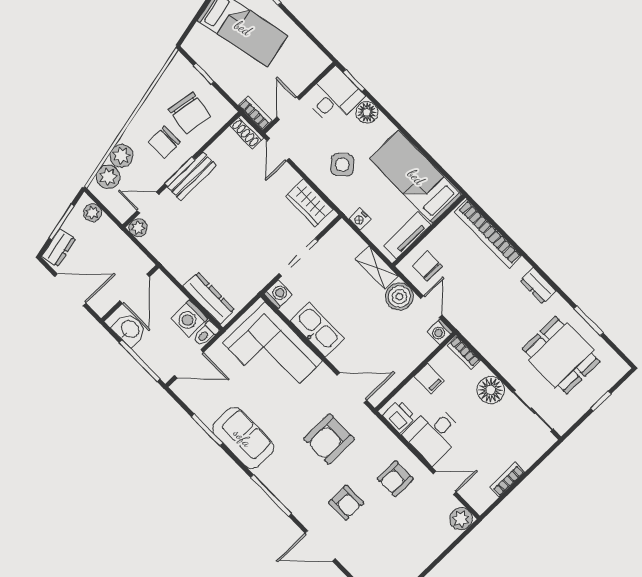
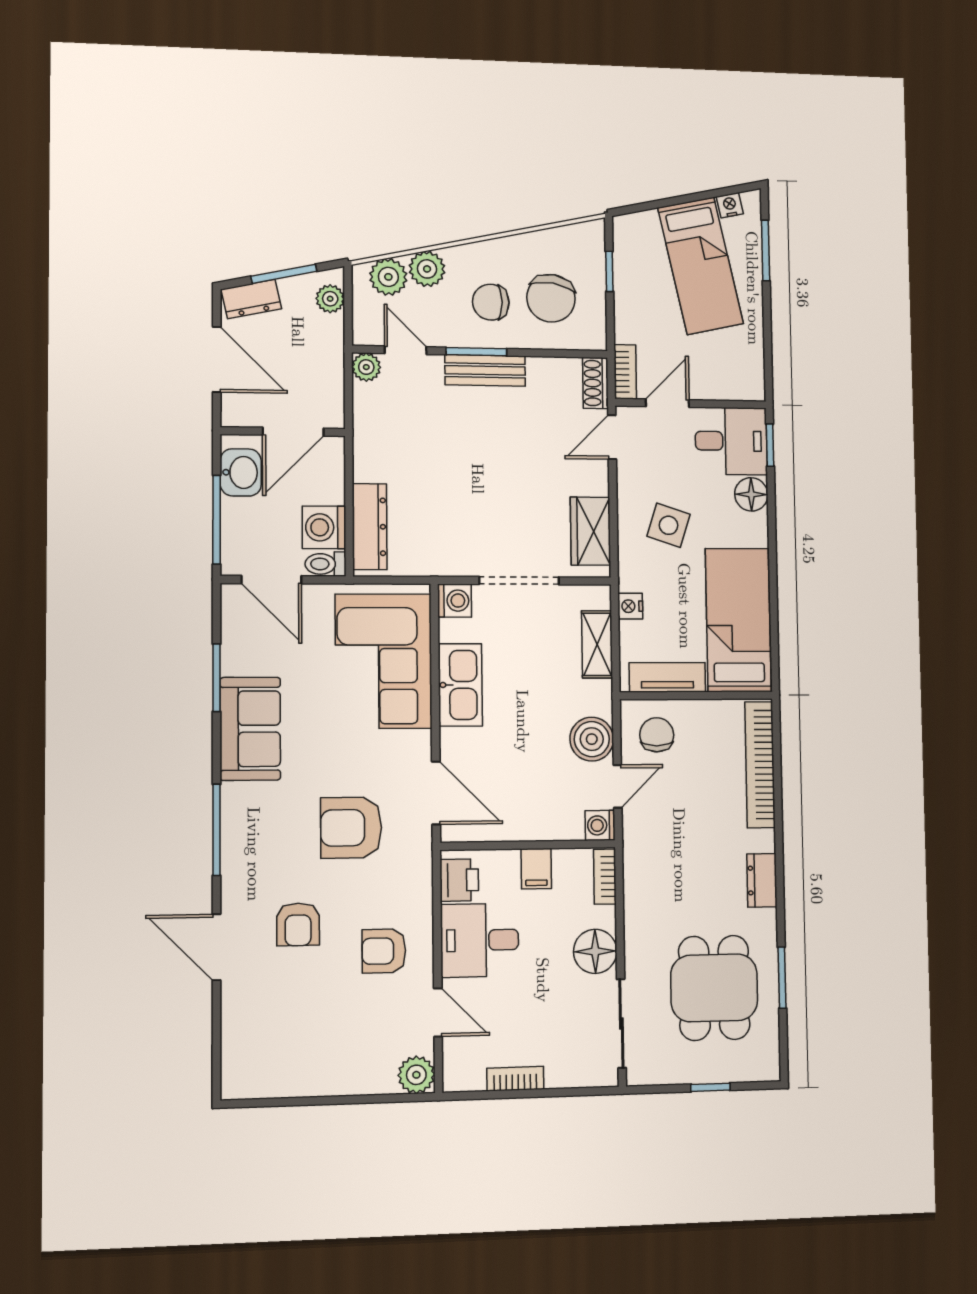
side table: (342, 165) -> (669, 525), turned -31
shelving: (377, 268) -> (597, 644), moved

